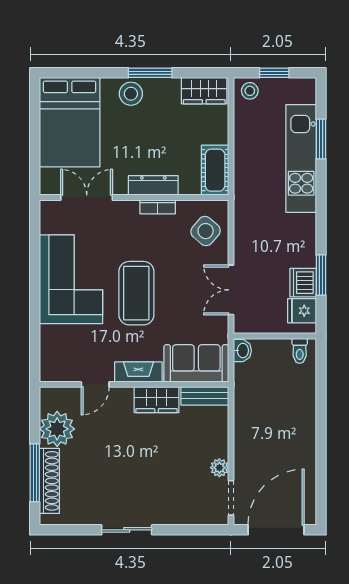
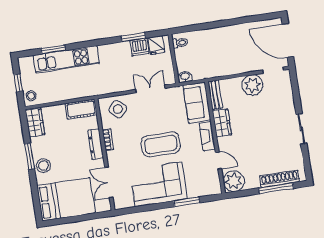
double door: (231, 290) -> (150, 89), swing flipped
window: (35, 322) -> (187, 202), added
plant: (57, 429) -> (234, 181), moved
plant: (219, 468) -> (252, 85), width x1.87, depth x1.87

